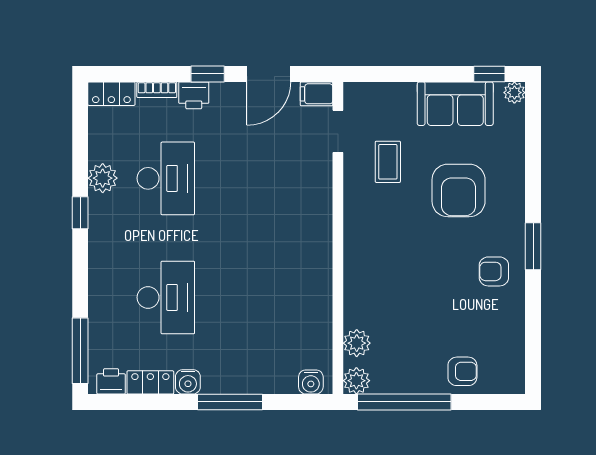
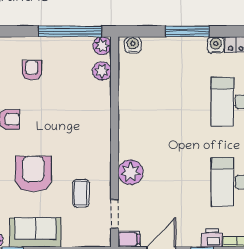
plant: (314, 193) -> (131, 172), added
armchair: (462, 371) -> (32, 70), moved, turned 91

